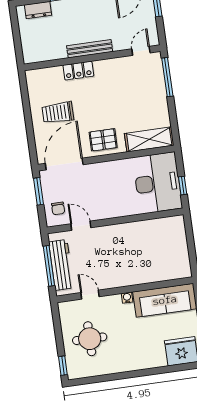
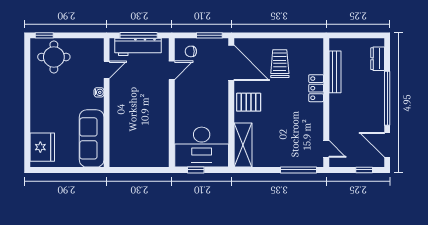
bench: (90, 49) -> (335, 72), moved
pallet: (103, 140) -> (249, 102), turned 90
water cooler: (127, 298) -> (99, 92), moved
round table: (90, 339) -> (54, 57), moved

